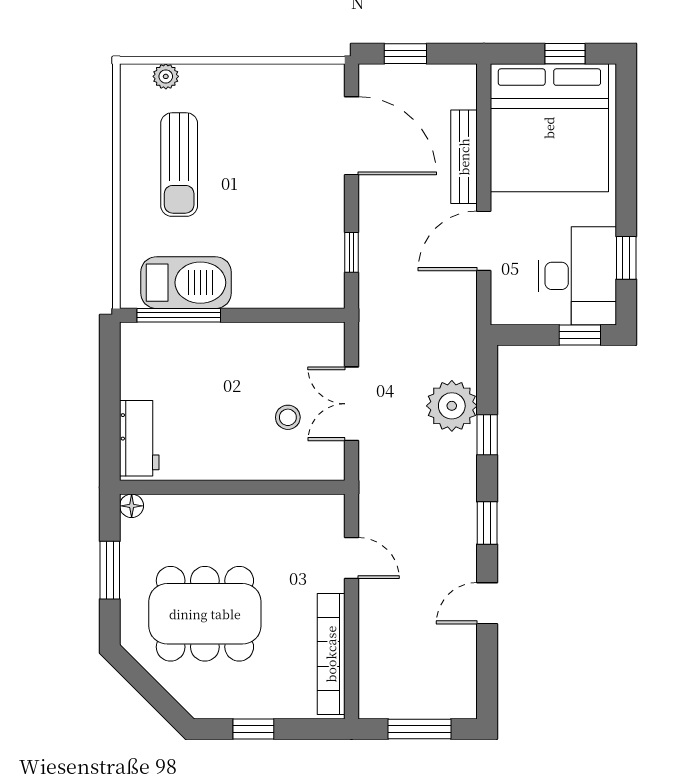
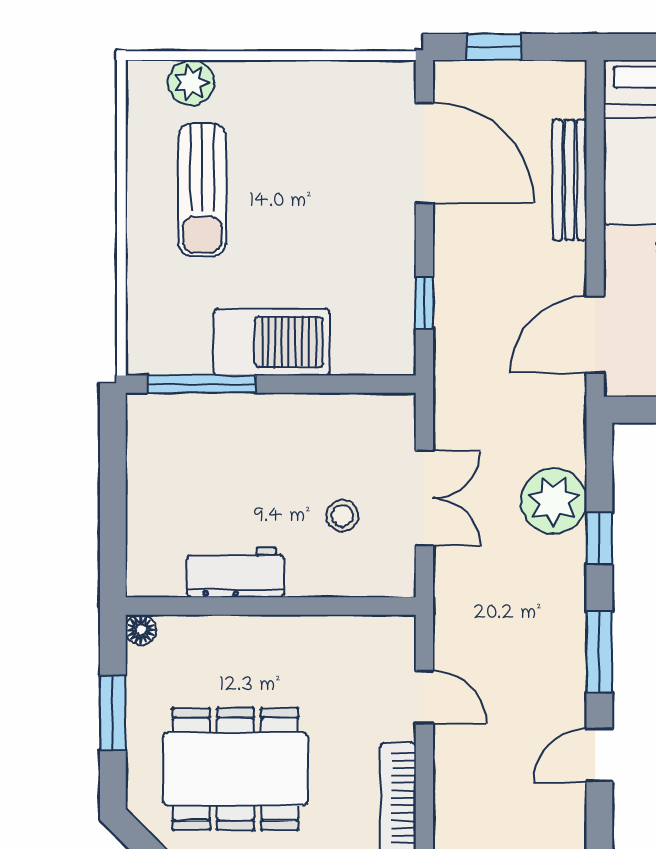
plant: (166, 76) -> (191, 83), width x1.38, depth x1.38
door: (484, 241) -> (595, 335), moved
barbecue: (186, 283) -> (271, 342), moved
double door: (351, 404) -> (424, 498), swing flipped
workbench: (139, 438) -> (235, 572), moved, turned -90
window: (487, 523) -> (599, 652), width x1.50

